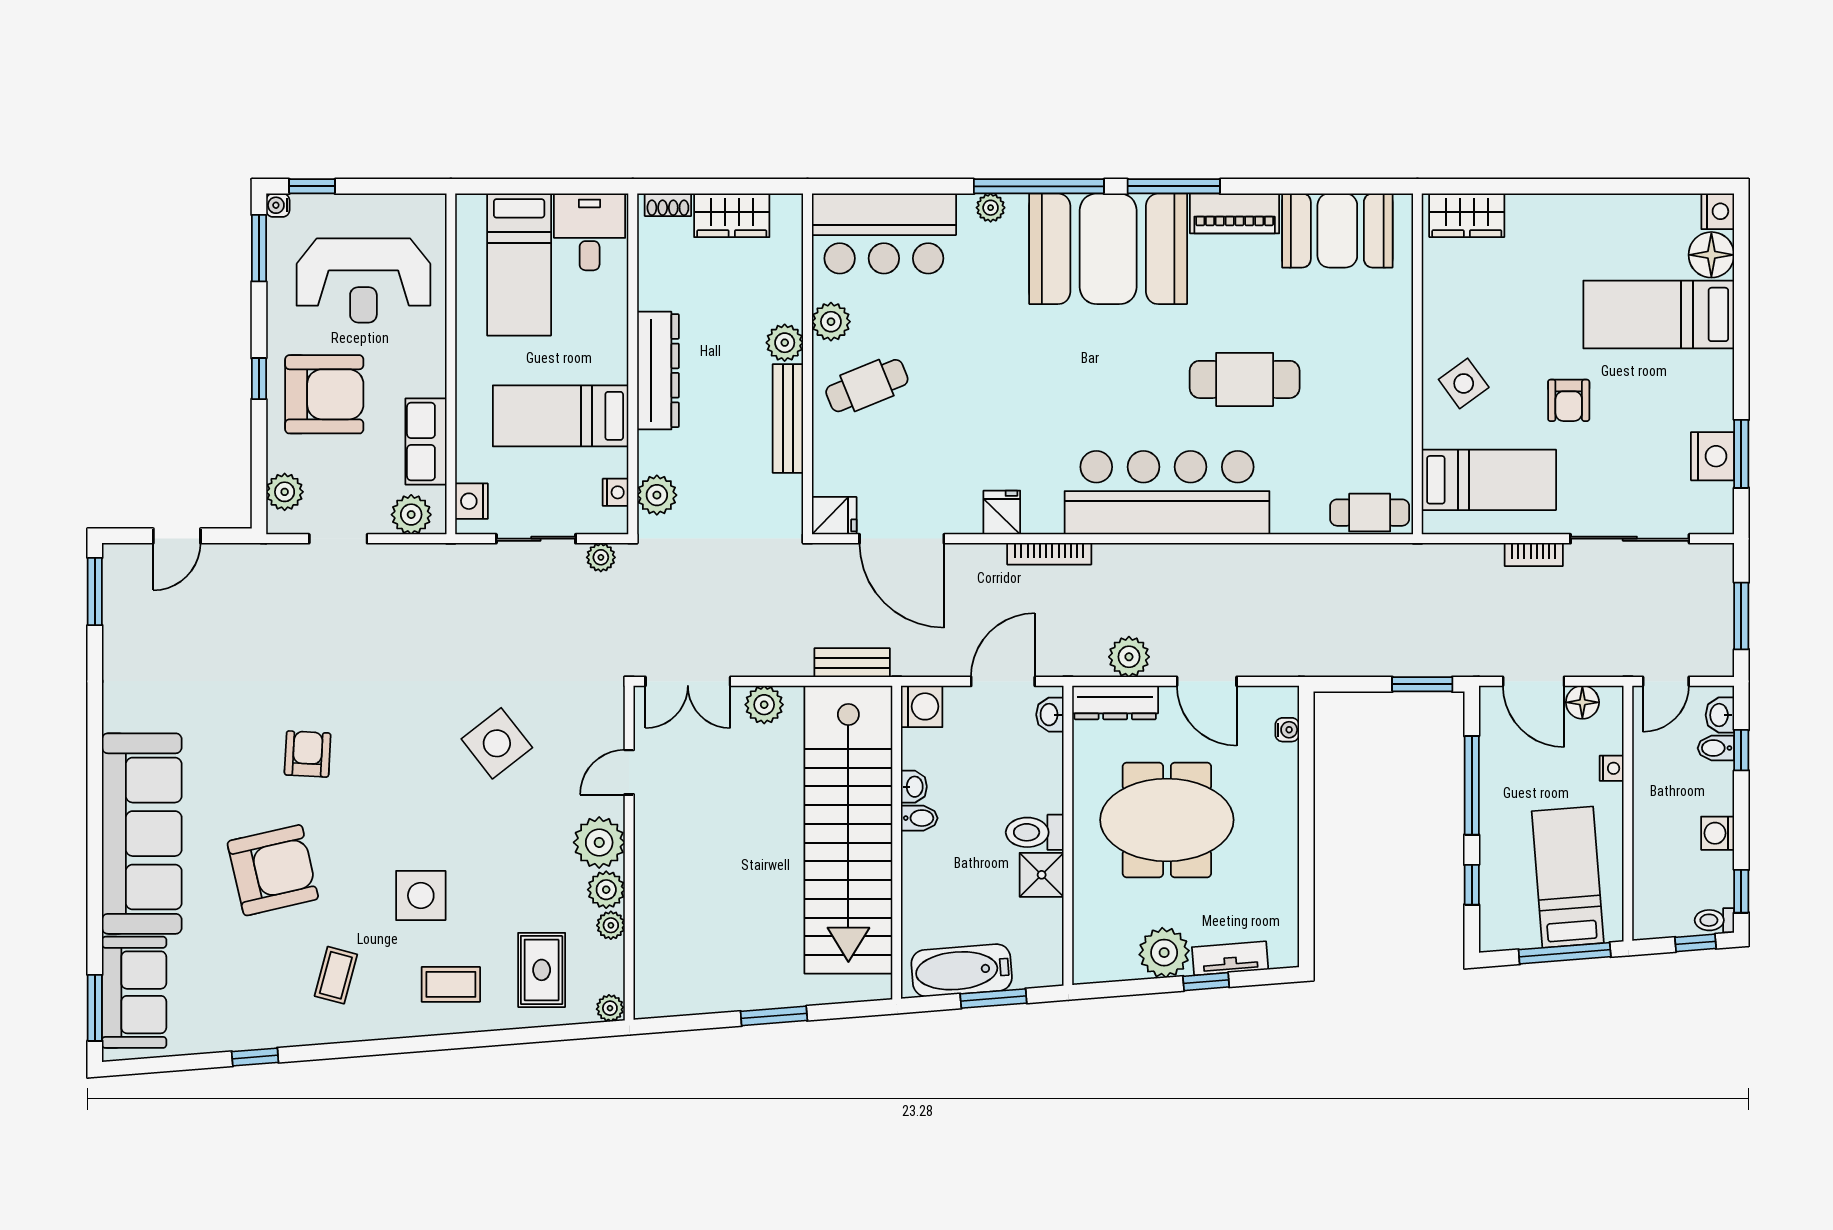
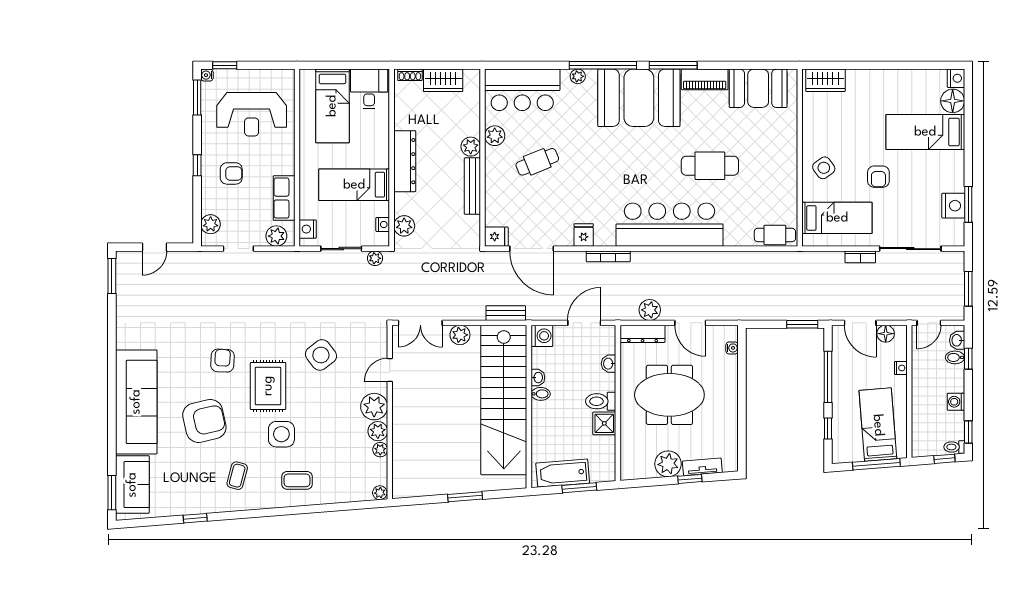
cafe table: (867, 386) -> (537, 162), moved
armchair: (324, 394) -> (231, 173), width x0.53, depth x0.53
washbasin: (1050, 715) -> (609, 364), moved
rug: (542, 970) -> (268, 386), moved, width x1.36, depth x1.43

